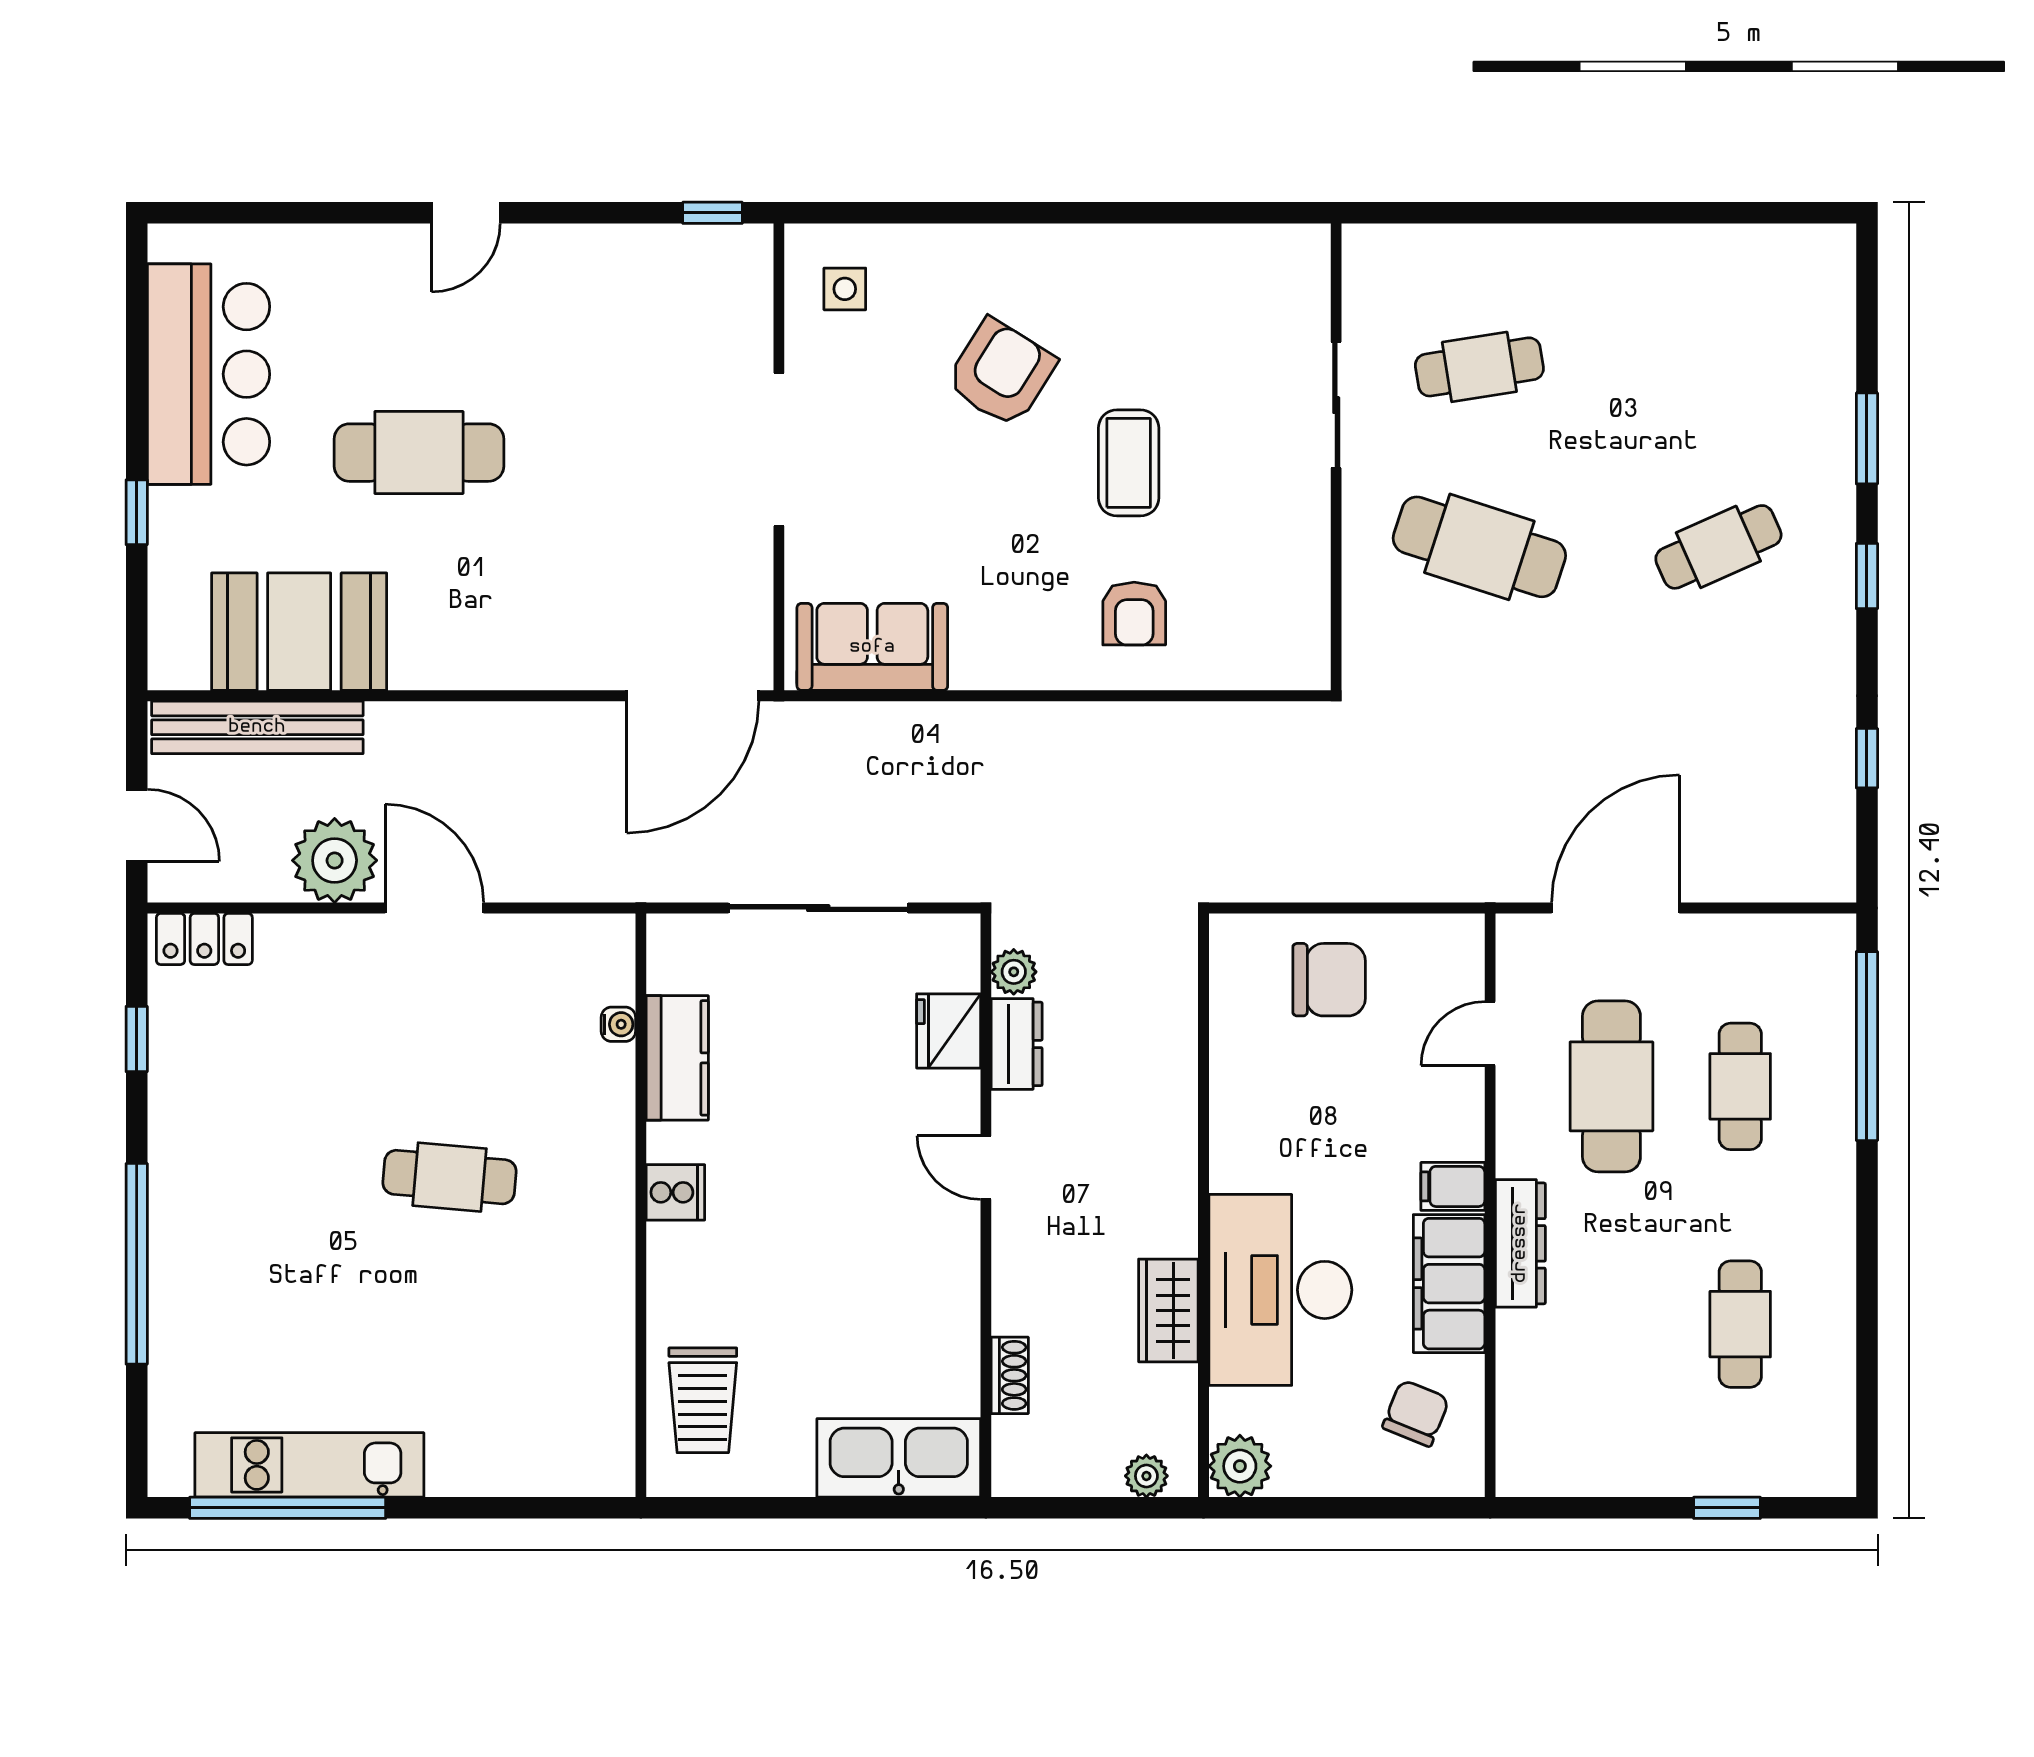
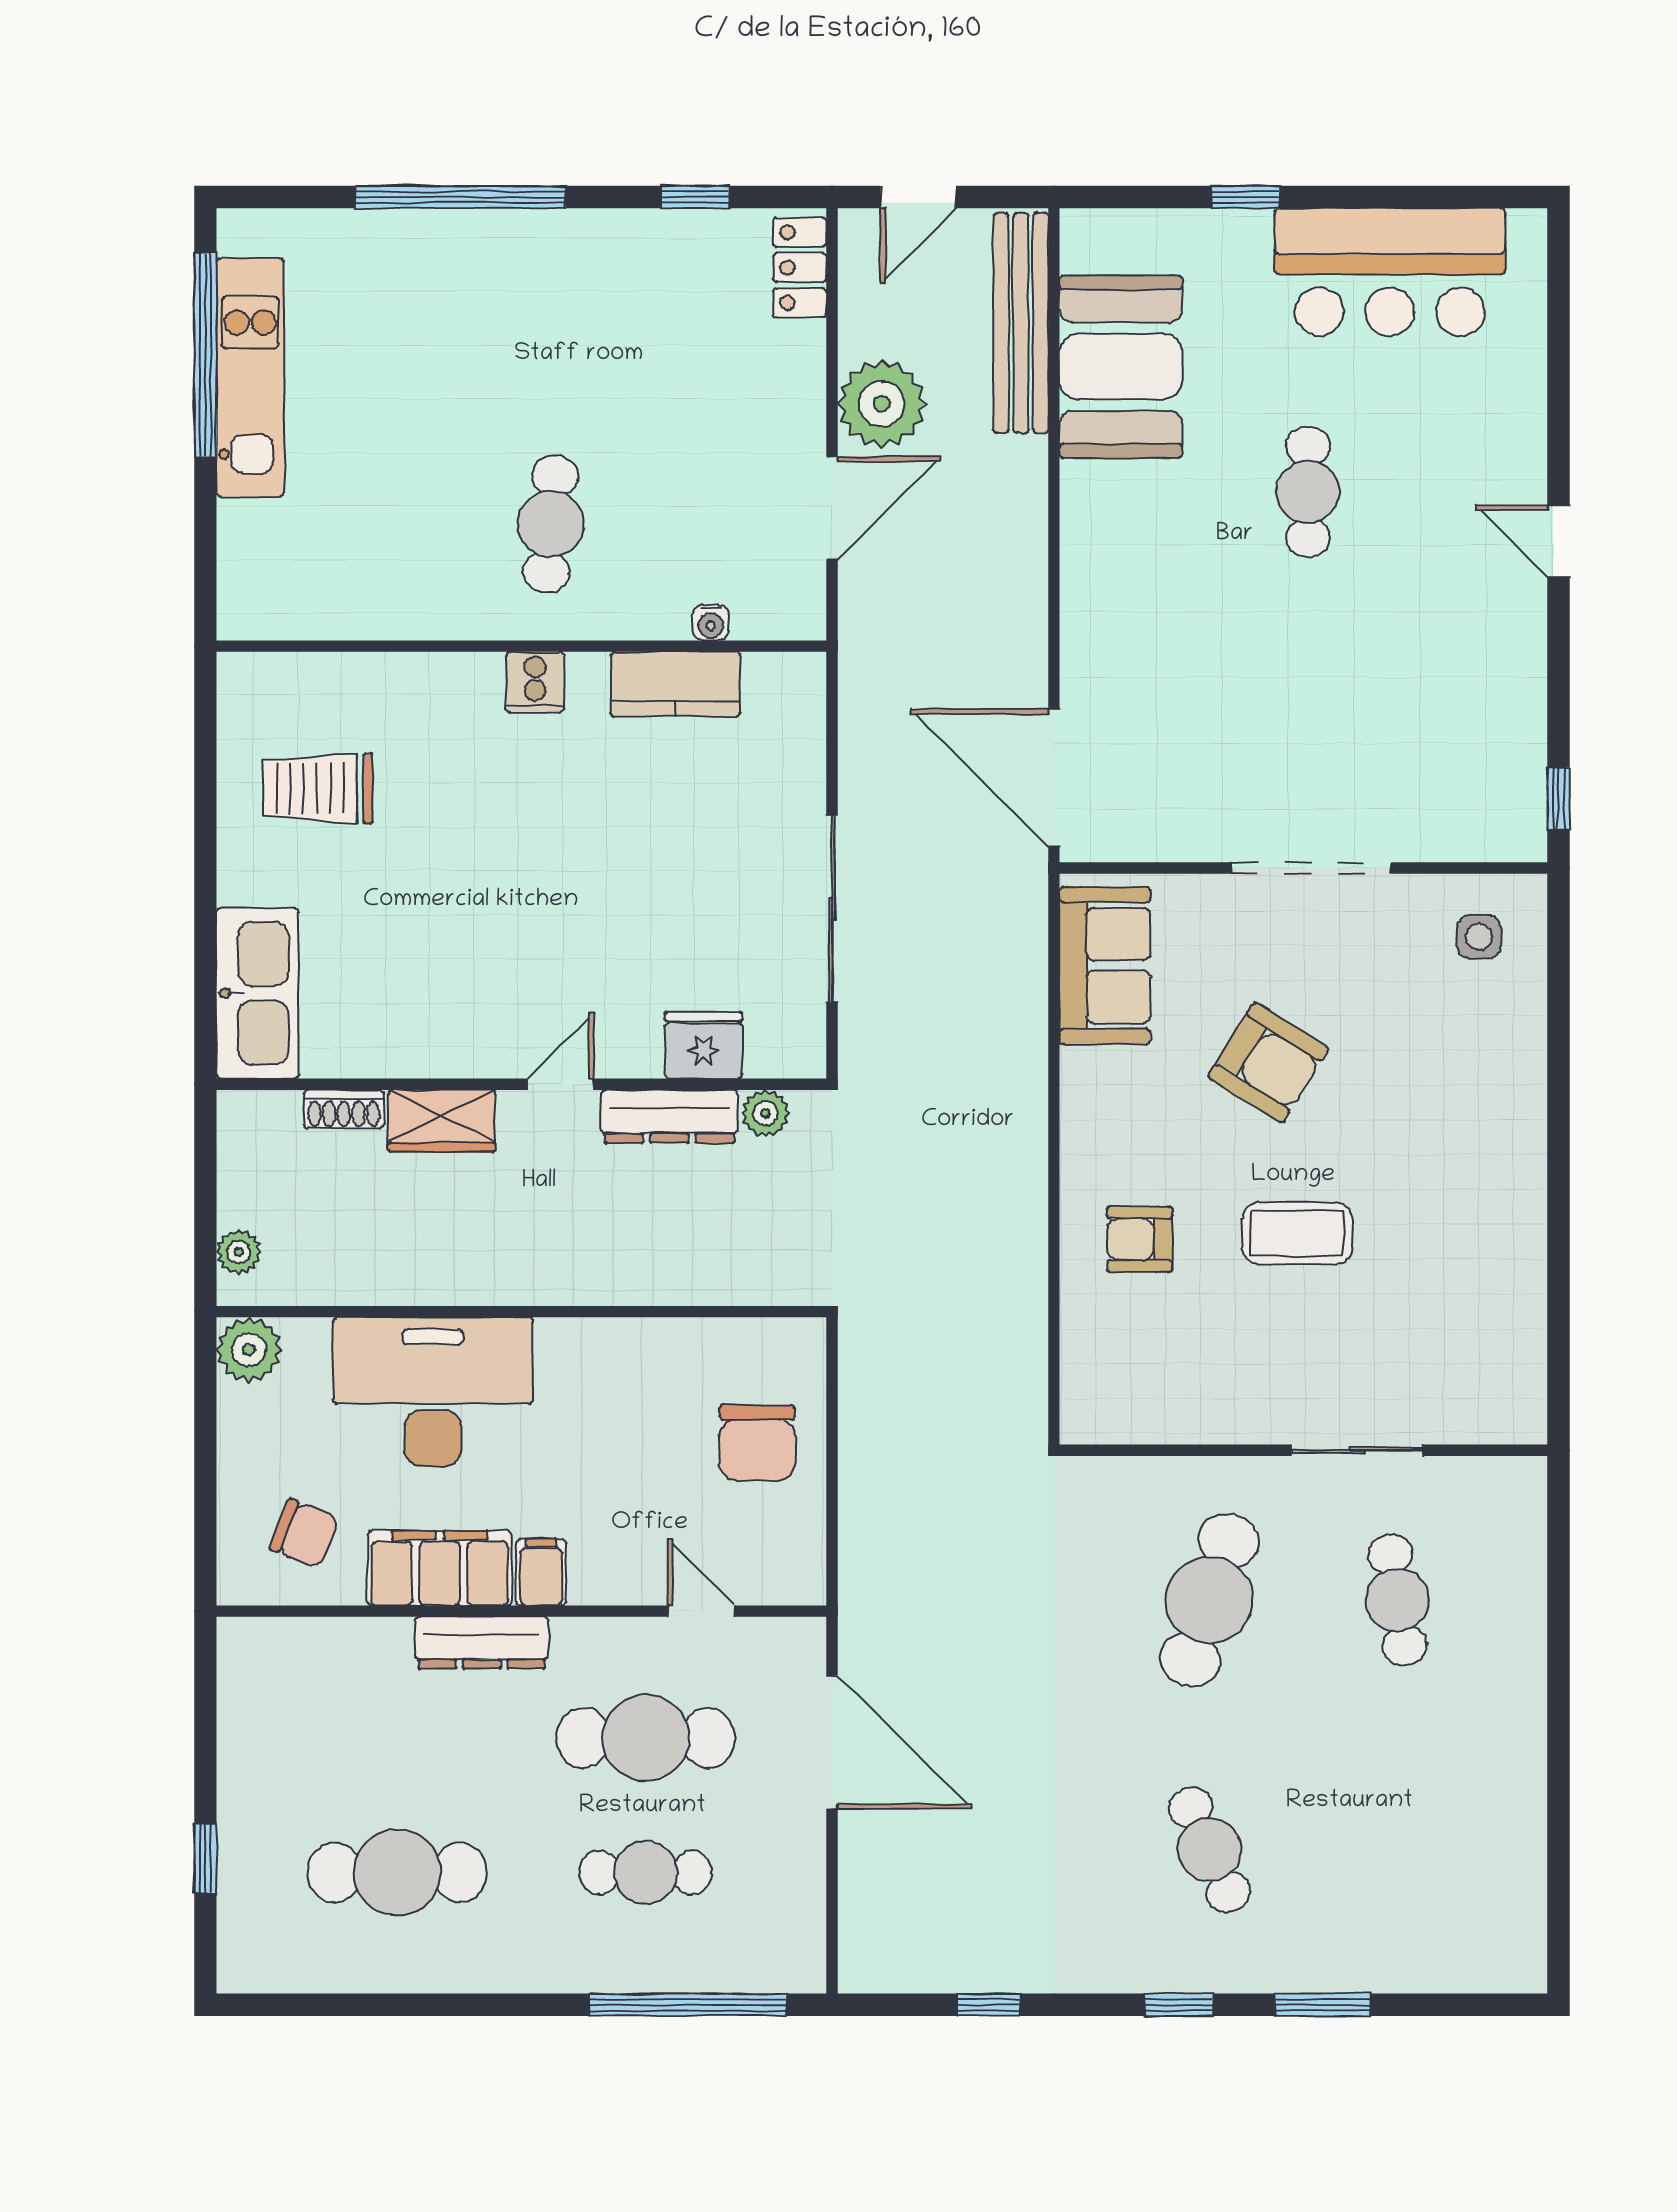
armchair: (1001, 373) -> (1268, 1063), moved
cafe table: (419, 453) -> (1308, 492), width x0.73, depth x0.74
water cooler: (618, 1024) -> (711, 623), moved
dresser: (1017, 1044) -> (669, 1116), width x1.44
kitchen counter: (677, 1058) -> (675, 684), moved
cooker: (675, 1192) -> (535, 682), moved
wall: (641, 1205) -> (521, 646), moved
wardrobe: (1168, 1310) -> (442, 1121), moved, turned 180
cafe table: (1740, 1324) -> (397, 1872), width x1.37, depth x1.35

